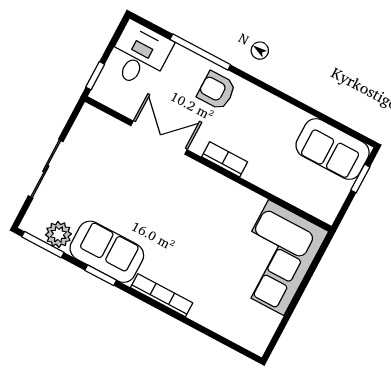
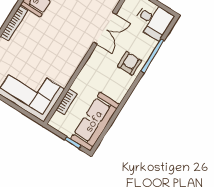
sofa: (333, 149) -> (95, 122), width x1.36
bookcase: (225, 159) -> (67, 102), moved

